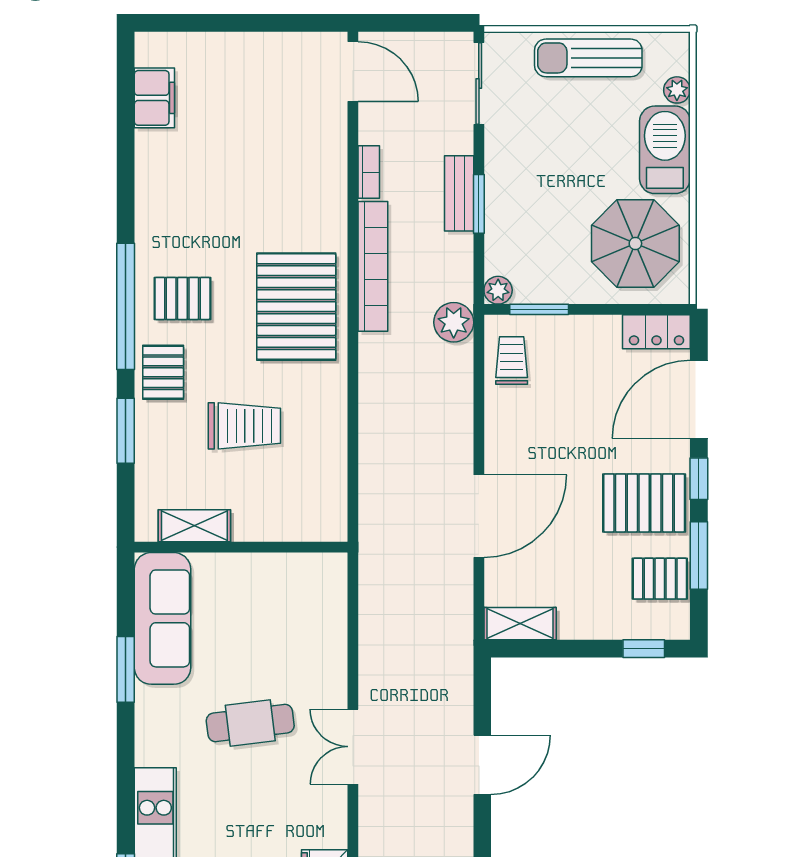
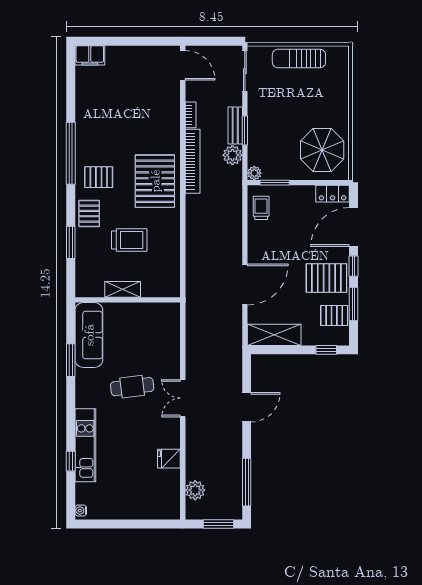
plant: (677, 90) -> (343, 74), removed
filing cabinet: (154, 98) -> (90, 55), moved, turned 90
barbecue: (665, 150) -> (337, 104), removed
window: (126, 306) -> (71, 153), moved
plant: (454, 322) -> (232, 155), moved
shelving: (194, 526) -> (123, 289), moved
shelving: (520, 624) -> (274, 335), width x1.50, depth x1.33

